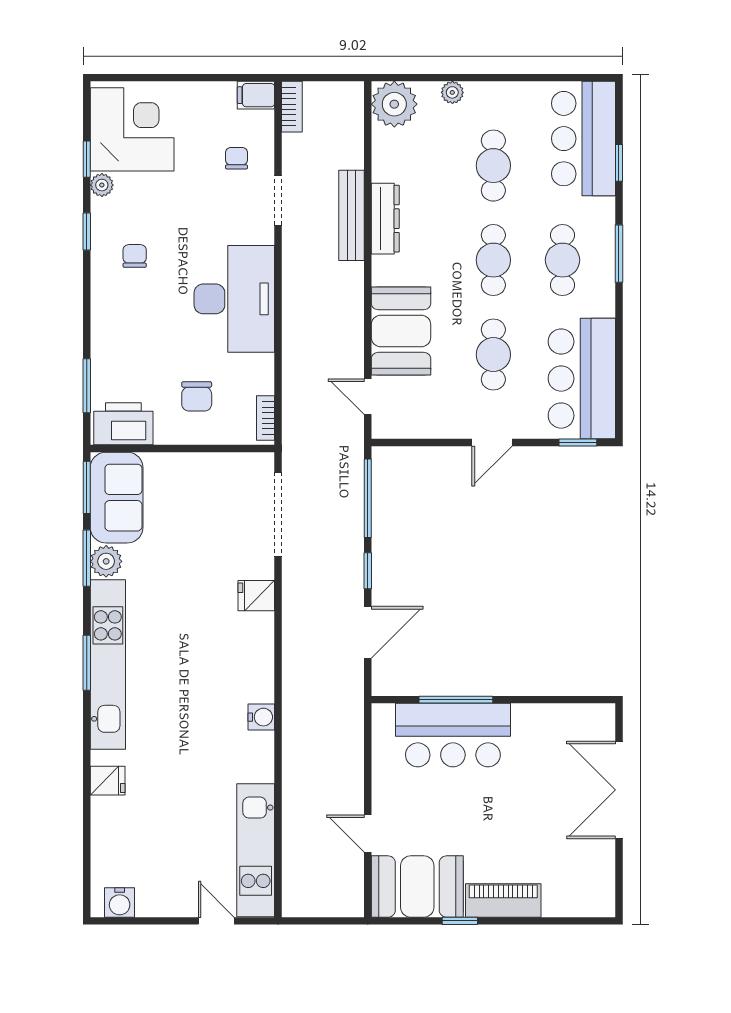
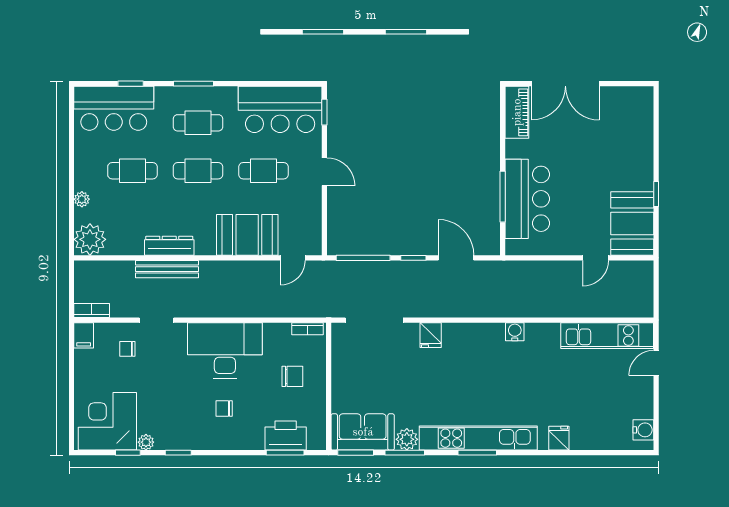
chair: (135, 256) -> (224, 408), moved
printer: (123, 424) -> (286, 436), moved, turned 90
piano: (503, 900) -> (517, 112), moved, turned 180

